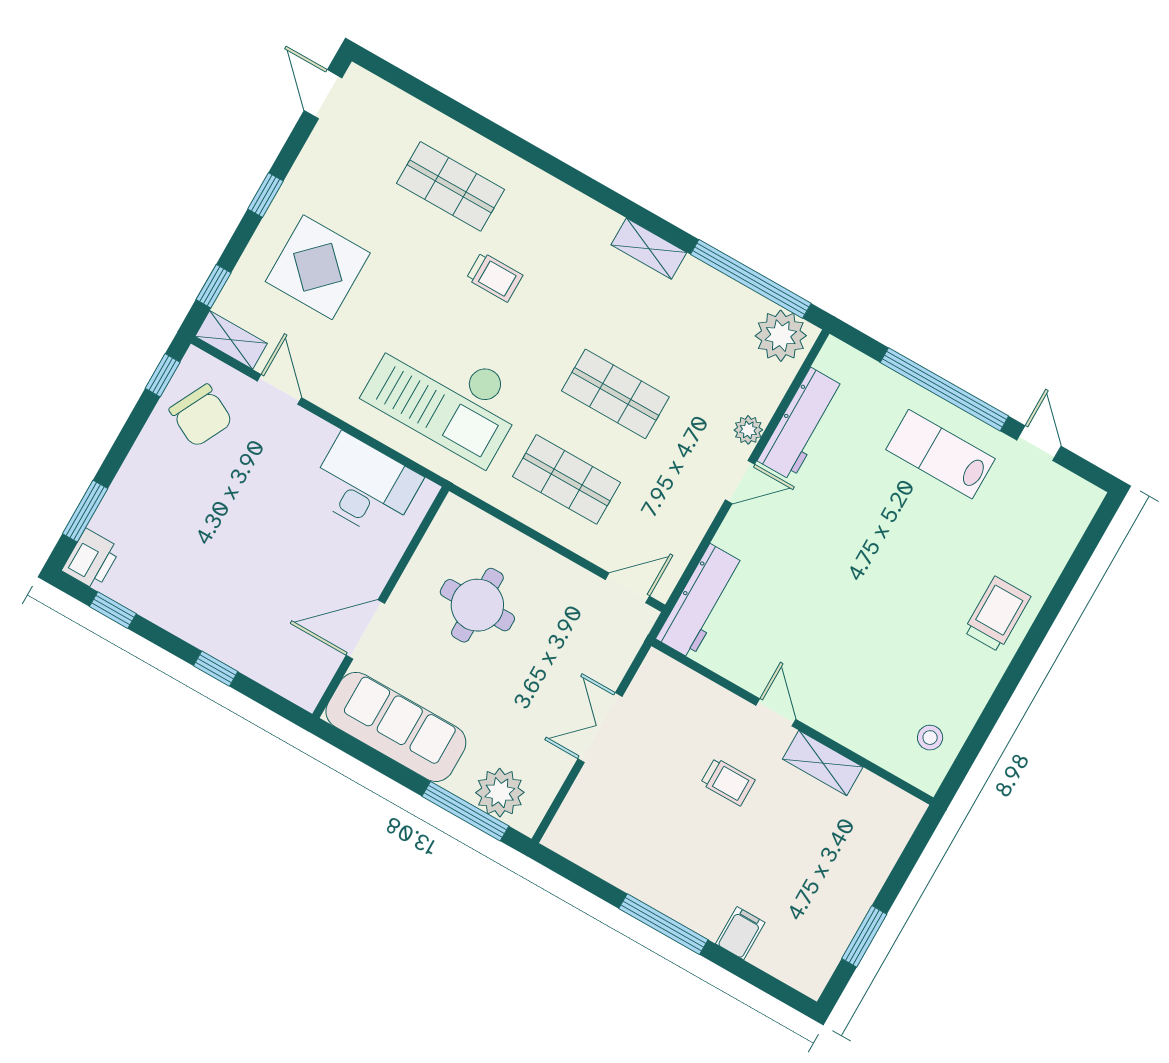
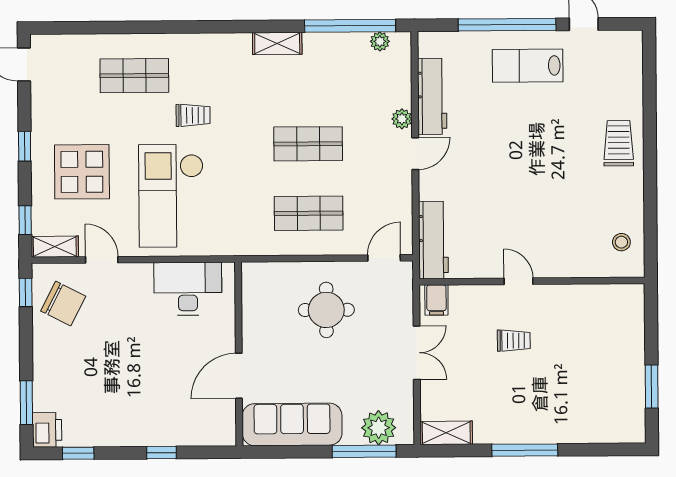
plant: (781, 336) -> (380, 41), width x0.53, depth x0.53
checkout: (445, 395) -> (171, 196), moved, turned 90
round table: (477, 605) -> (326, 310), moved
double door: (600, 728) -> (417, 353), swing flipped
shelving: (823, 763) -> (446, 433), moved
filing cabinet: (740, 933) -> (436, 300), moved, turned 180

